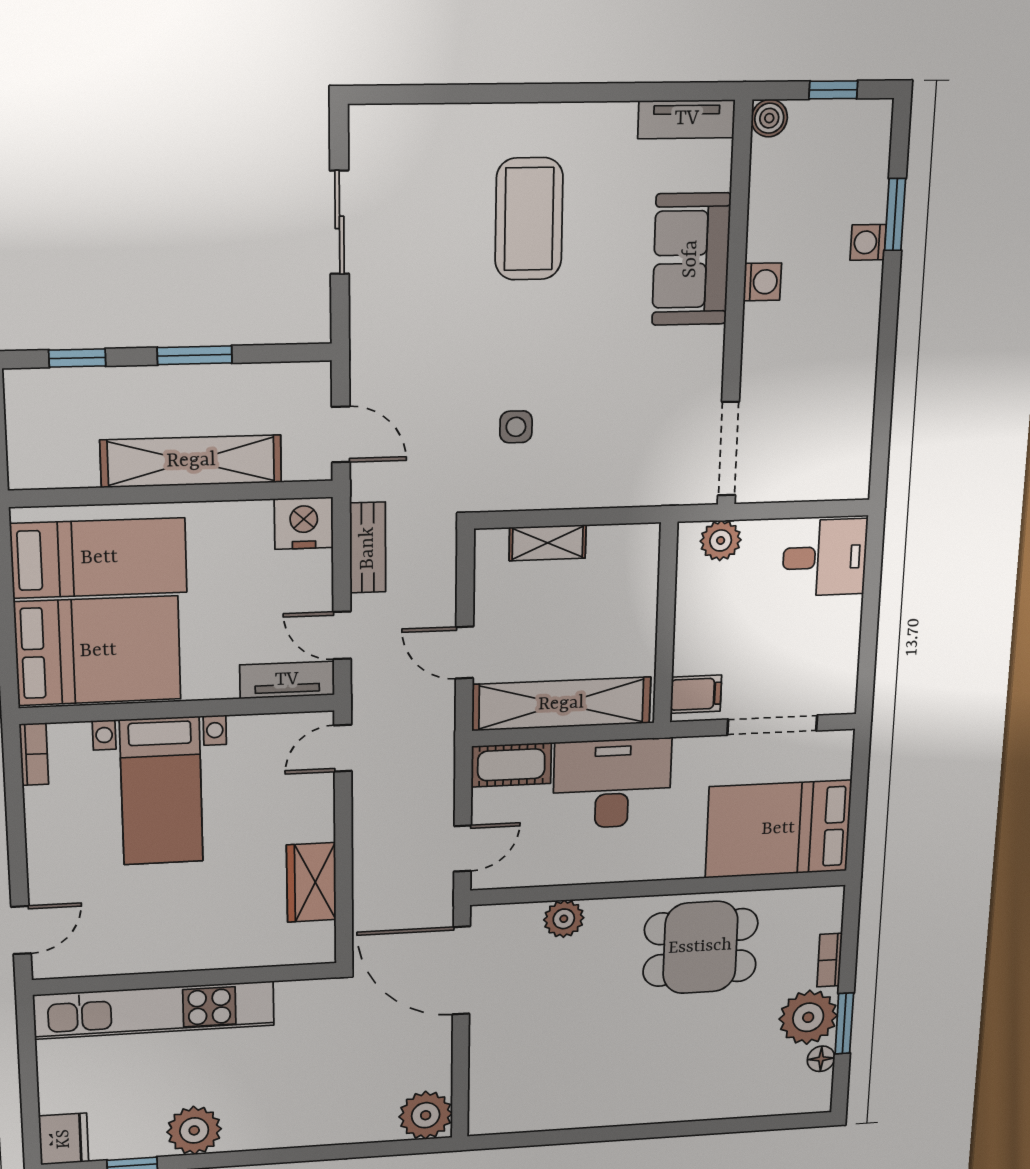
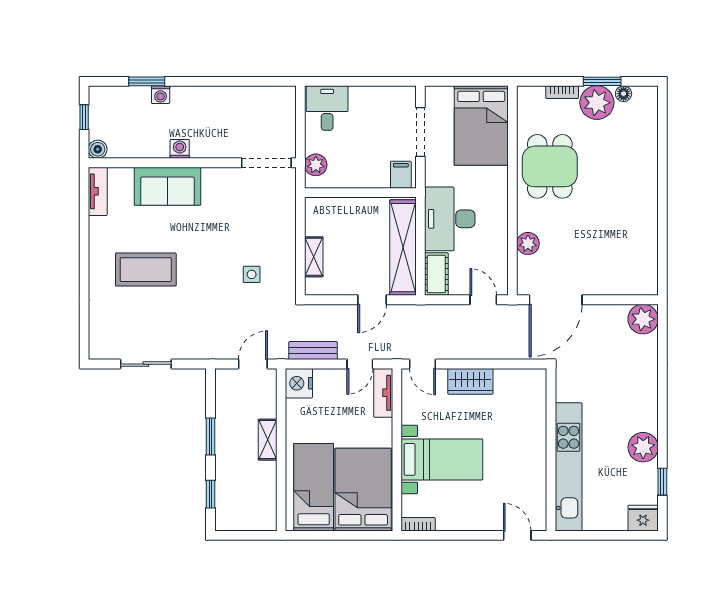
shelving: (191, 461) -> (268, 440), width x0.45, depth x0.75
wardrobe: (311, 882) -> (470, 381), moved

